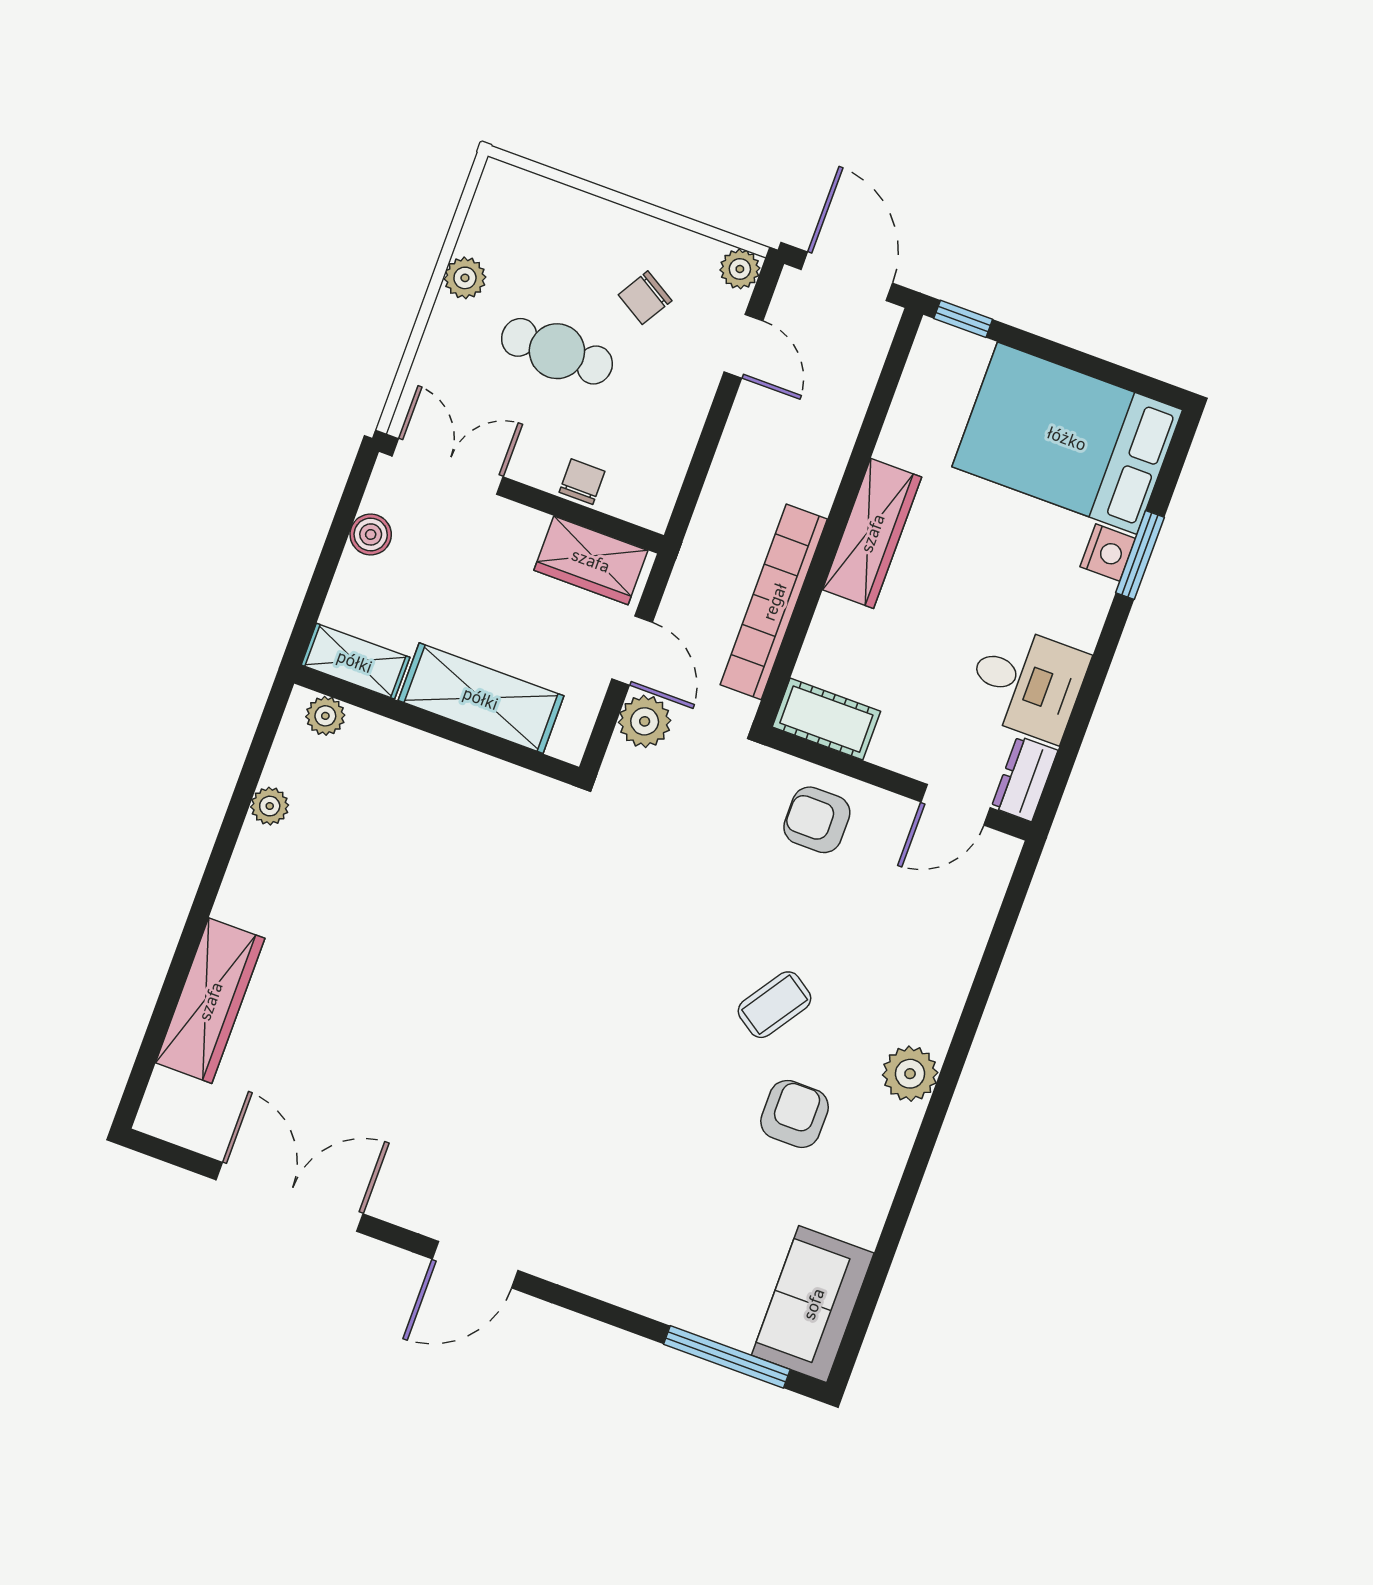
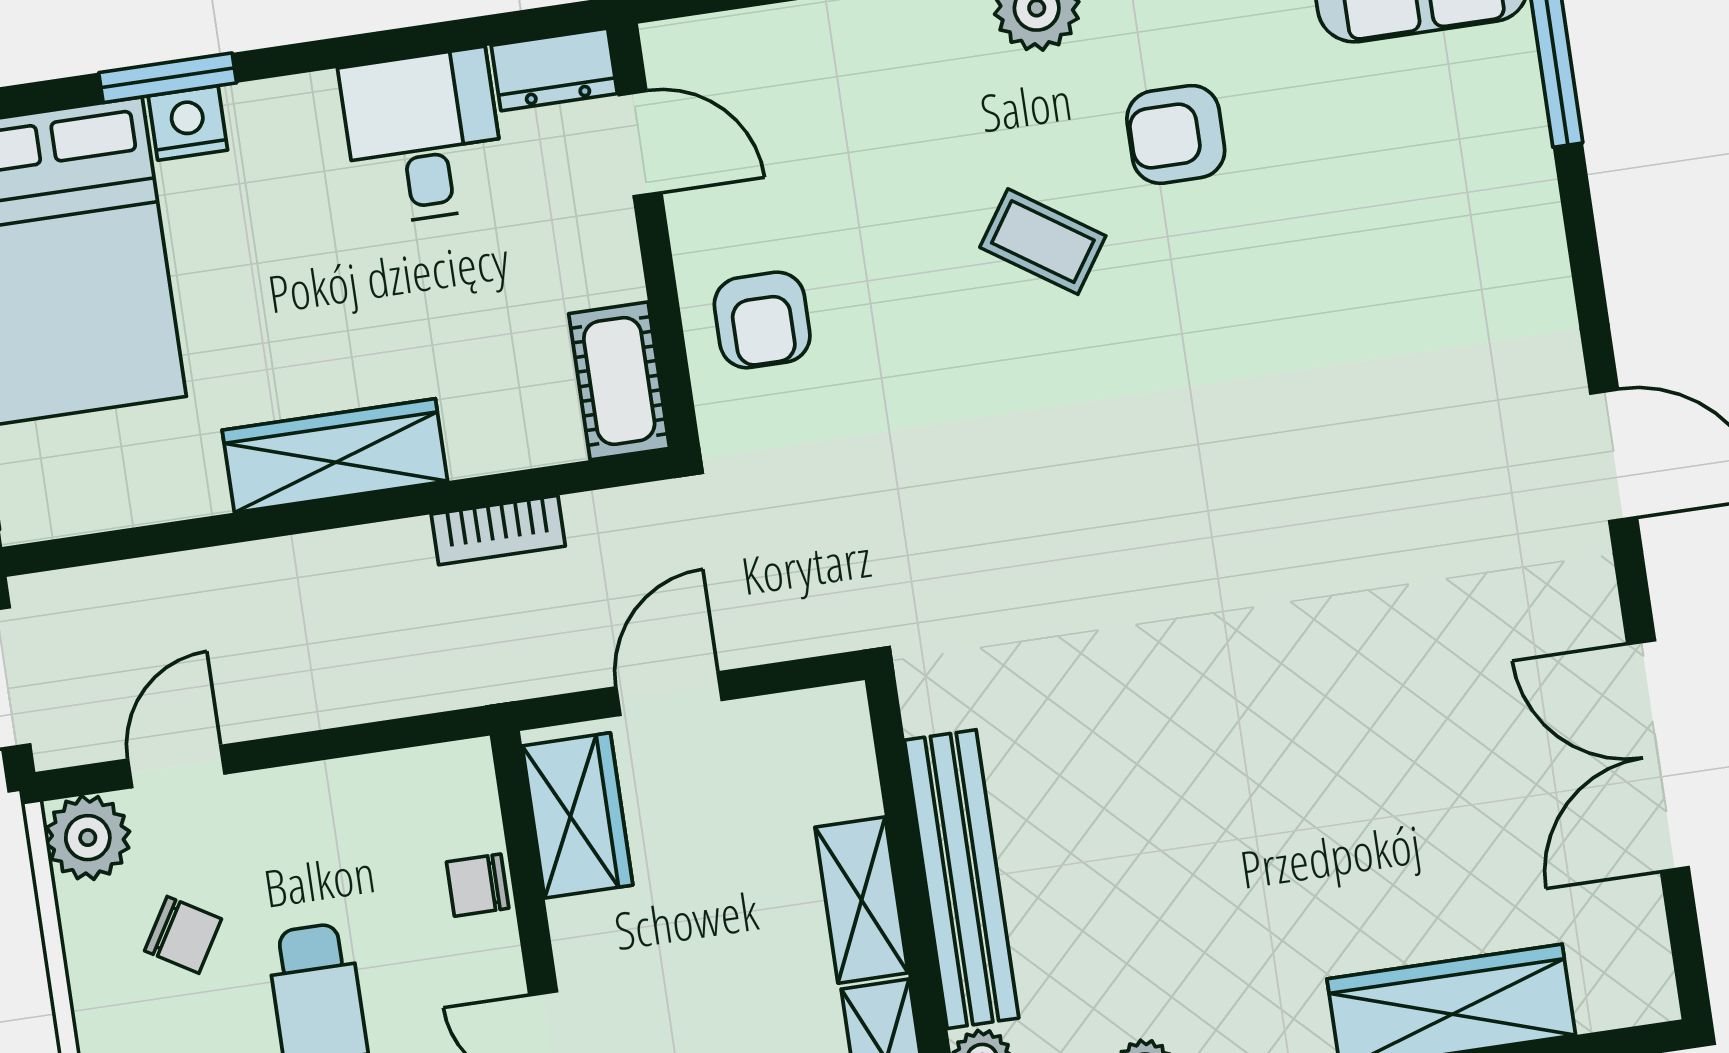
plant: (740, 269) -> (88, 838), width x1.38, depth x1.38
bookcase: (774, 602) -> (498, 530), width x0.43, depth x0.76
shelving: (481, 698) -> (862, 900), width x0.67, depth x0.75
plant: (645, 721) -> (755, 625), removed
bench: (435, 760) -> (962, 879), added

